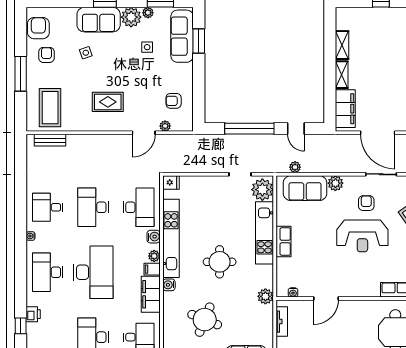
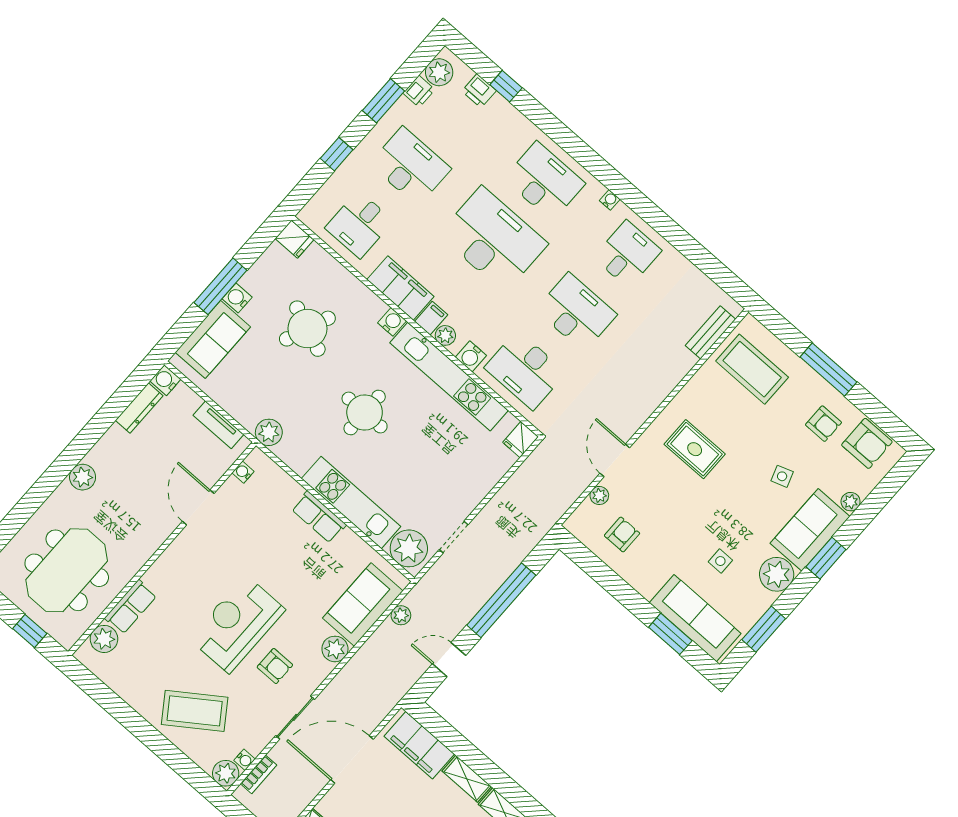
plant: (148, 13) -> (851, 502), moved
rug: (108, 102) -> (695, 449), turned 90
desk: (93, 272) -> (493, 239), turned 180
printer: (33, 314) -> (479, 91), moved

